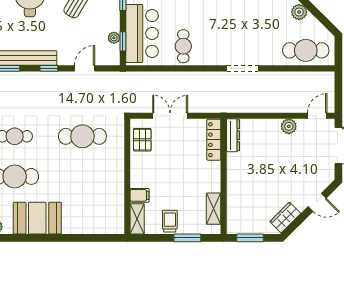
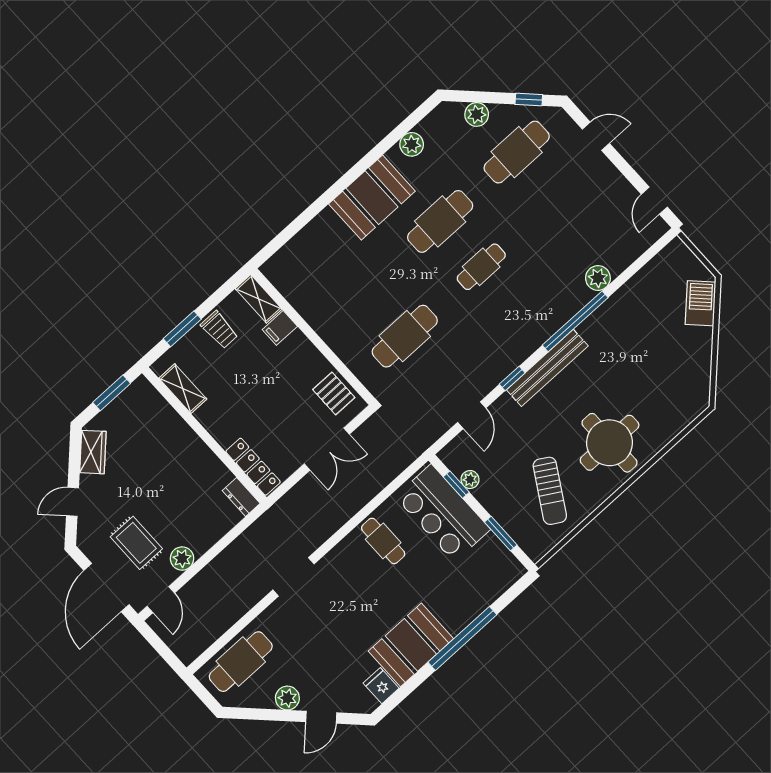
dresser: (233, 135) -> (241, 497), width x0.70
rug: (304, 154) -> (136, 543), added

